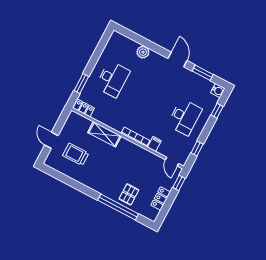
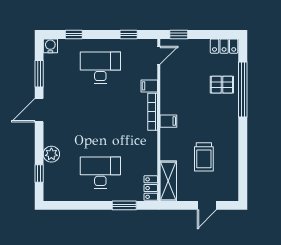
window: (134, 37) -> (39, 174), added
shelving: (104, 134) -> (168, 181), moved
filing cabinet: (123, 144) -> (168, 121), added
trolley: (76, 154) -> (204, 157), moved
locker: (161, 199) -> (224, 46), moved

